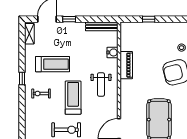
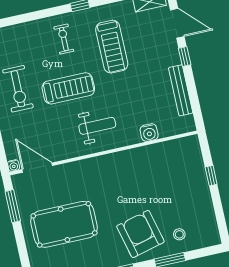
bench: (102, 26) -> (181, 90), moved
piano: (126, 65) -> (135, 157), removed
weight bench: (101, 84) -> (97, 126), turned 180

